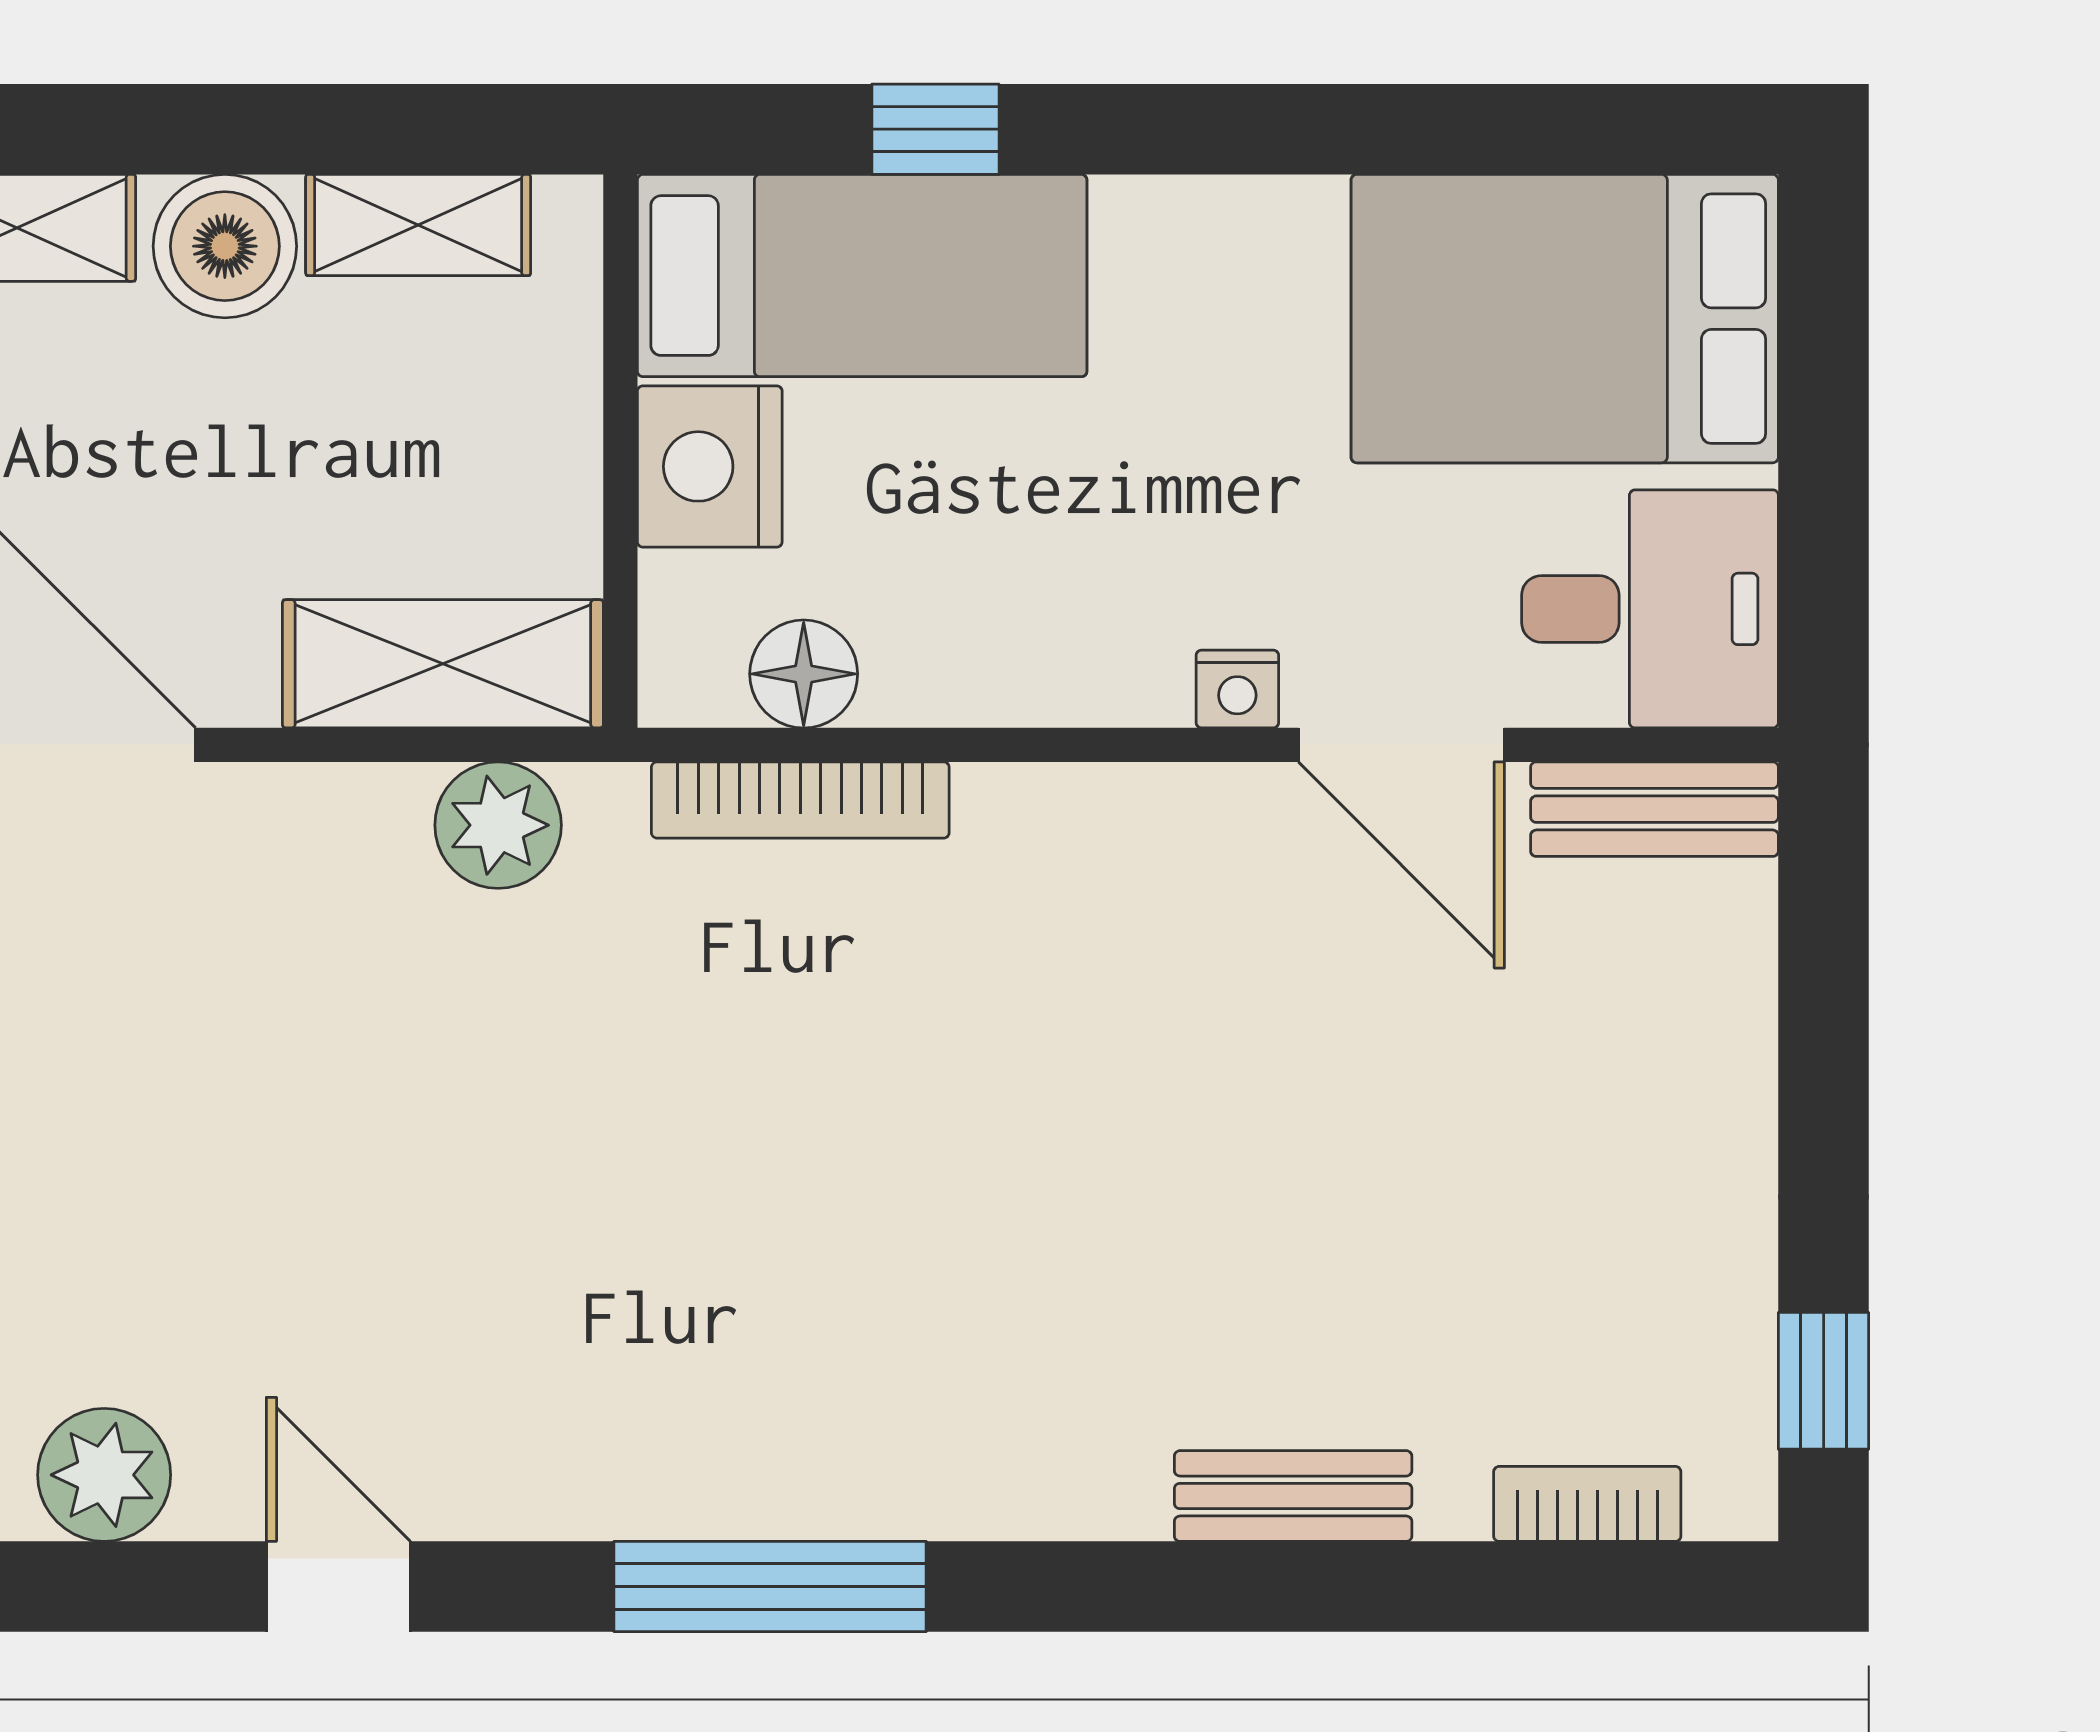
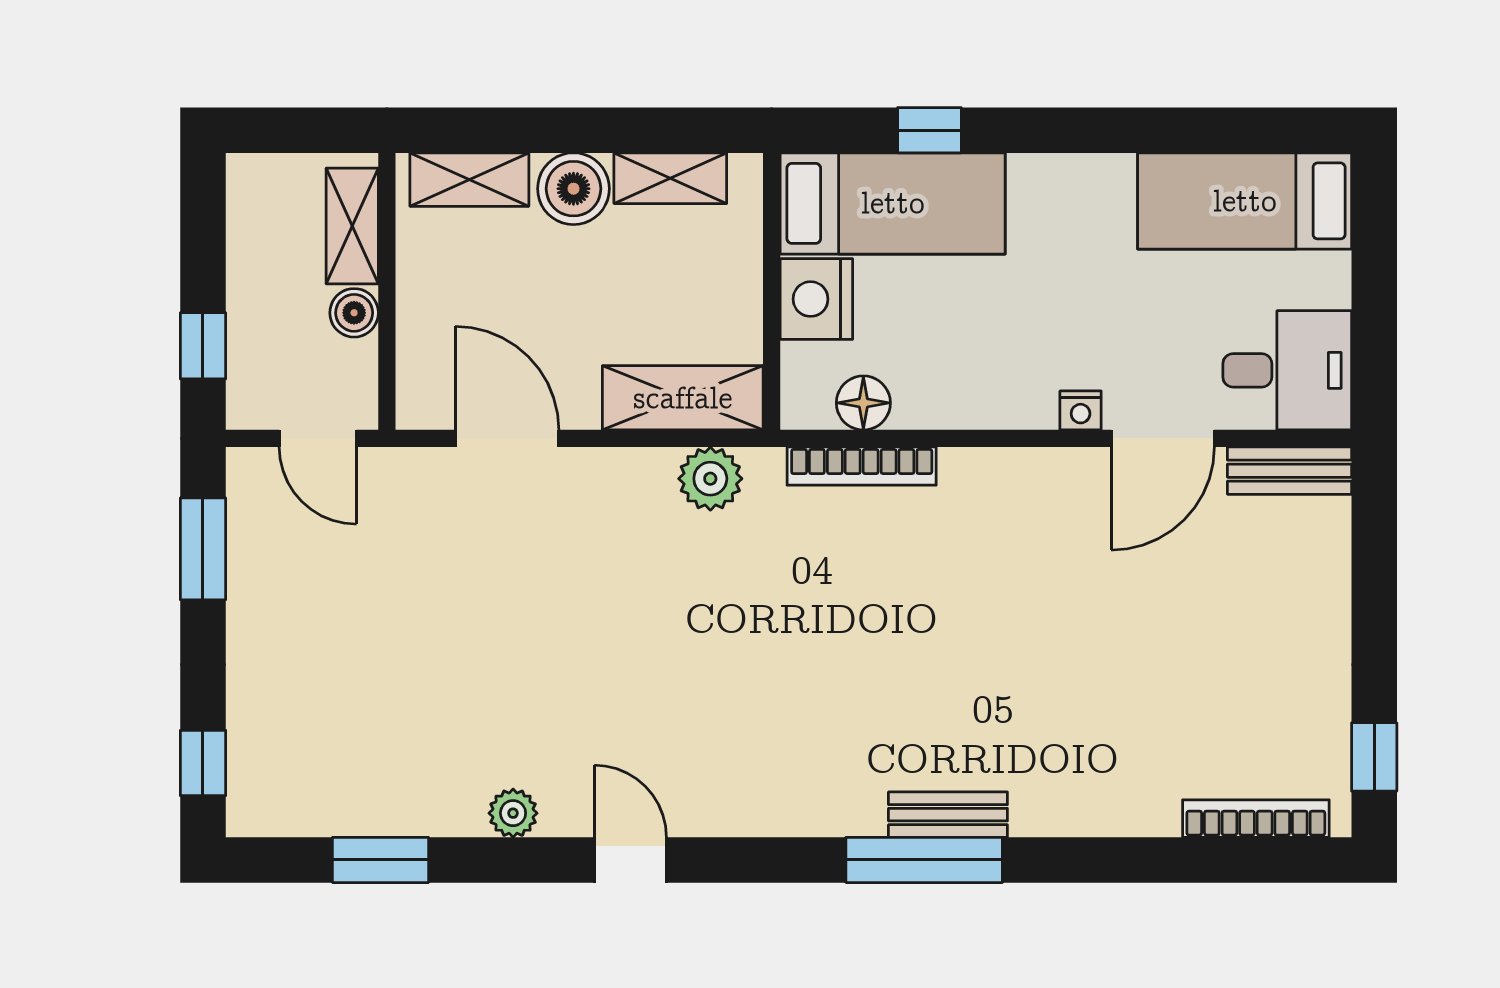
bed: (1565, 319) -> (1245, 201), width x0.67
door: (1401, 745) -> (1163, 438), hinge flipped
plant: (104, 1475) -> (513, 813), width x0.73, depth x0.73
bench: (1293, 1496) -> (948, 815), moved
bookcase: (1587, 1504) -> (1256, 819), width x1.56
window: (770, 1587) -> (924, 860), moved

